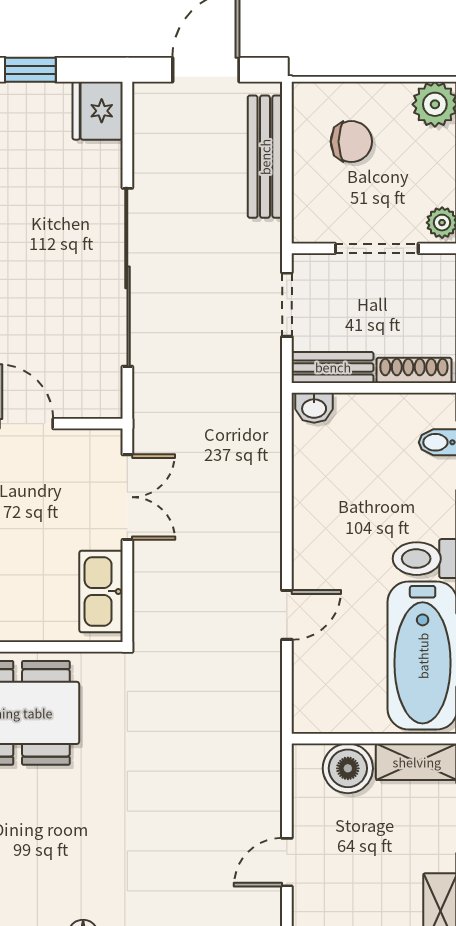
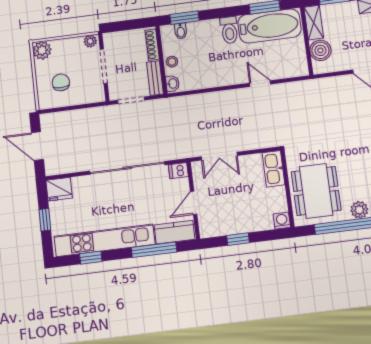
bench: (265, 157) -> (71, 117), removed
dishwasher: (106, 397) -> (178, 171), added
stool: (367, 413) -> (172, 62), added
double door: (127, 497) -> (219, 156), swing flipped
kitchen sink: (101, 591) -> (274, 169), moved, turned 90

